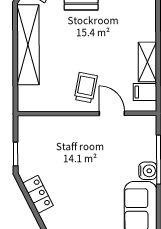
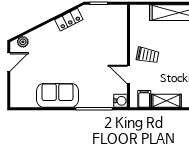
door: (112, 113) -> (128, 74), swing flipped
water cooler: (148, 171) -> (120, 101), moved, turned -90

